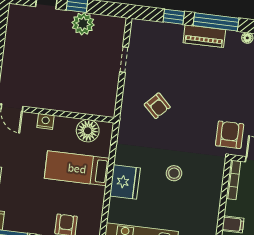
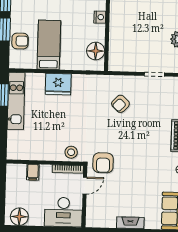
armchair: (230, 135) -> (103, 163), turned 90
bed: (77, 168) -> (49, 45), moved
stool: (174, 173) -> (71, 152), moved

